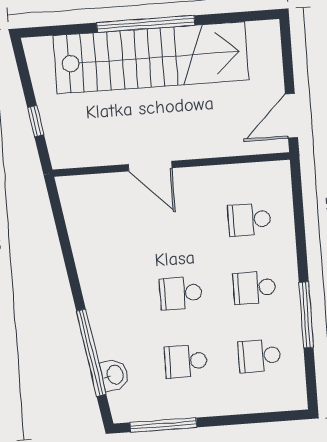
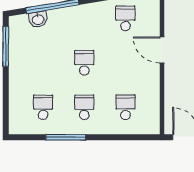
door: (150, 166) -> (162, 50), hinge flipped
school desk: (186, 361) -> (125, 18), moved

